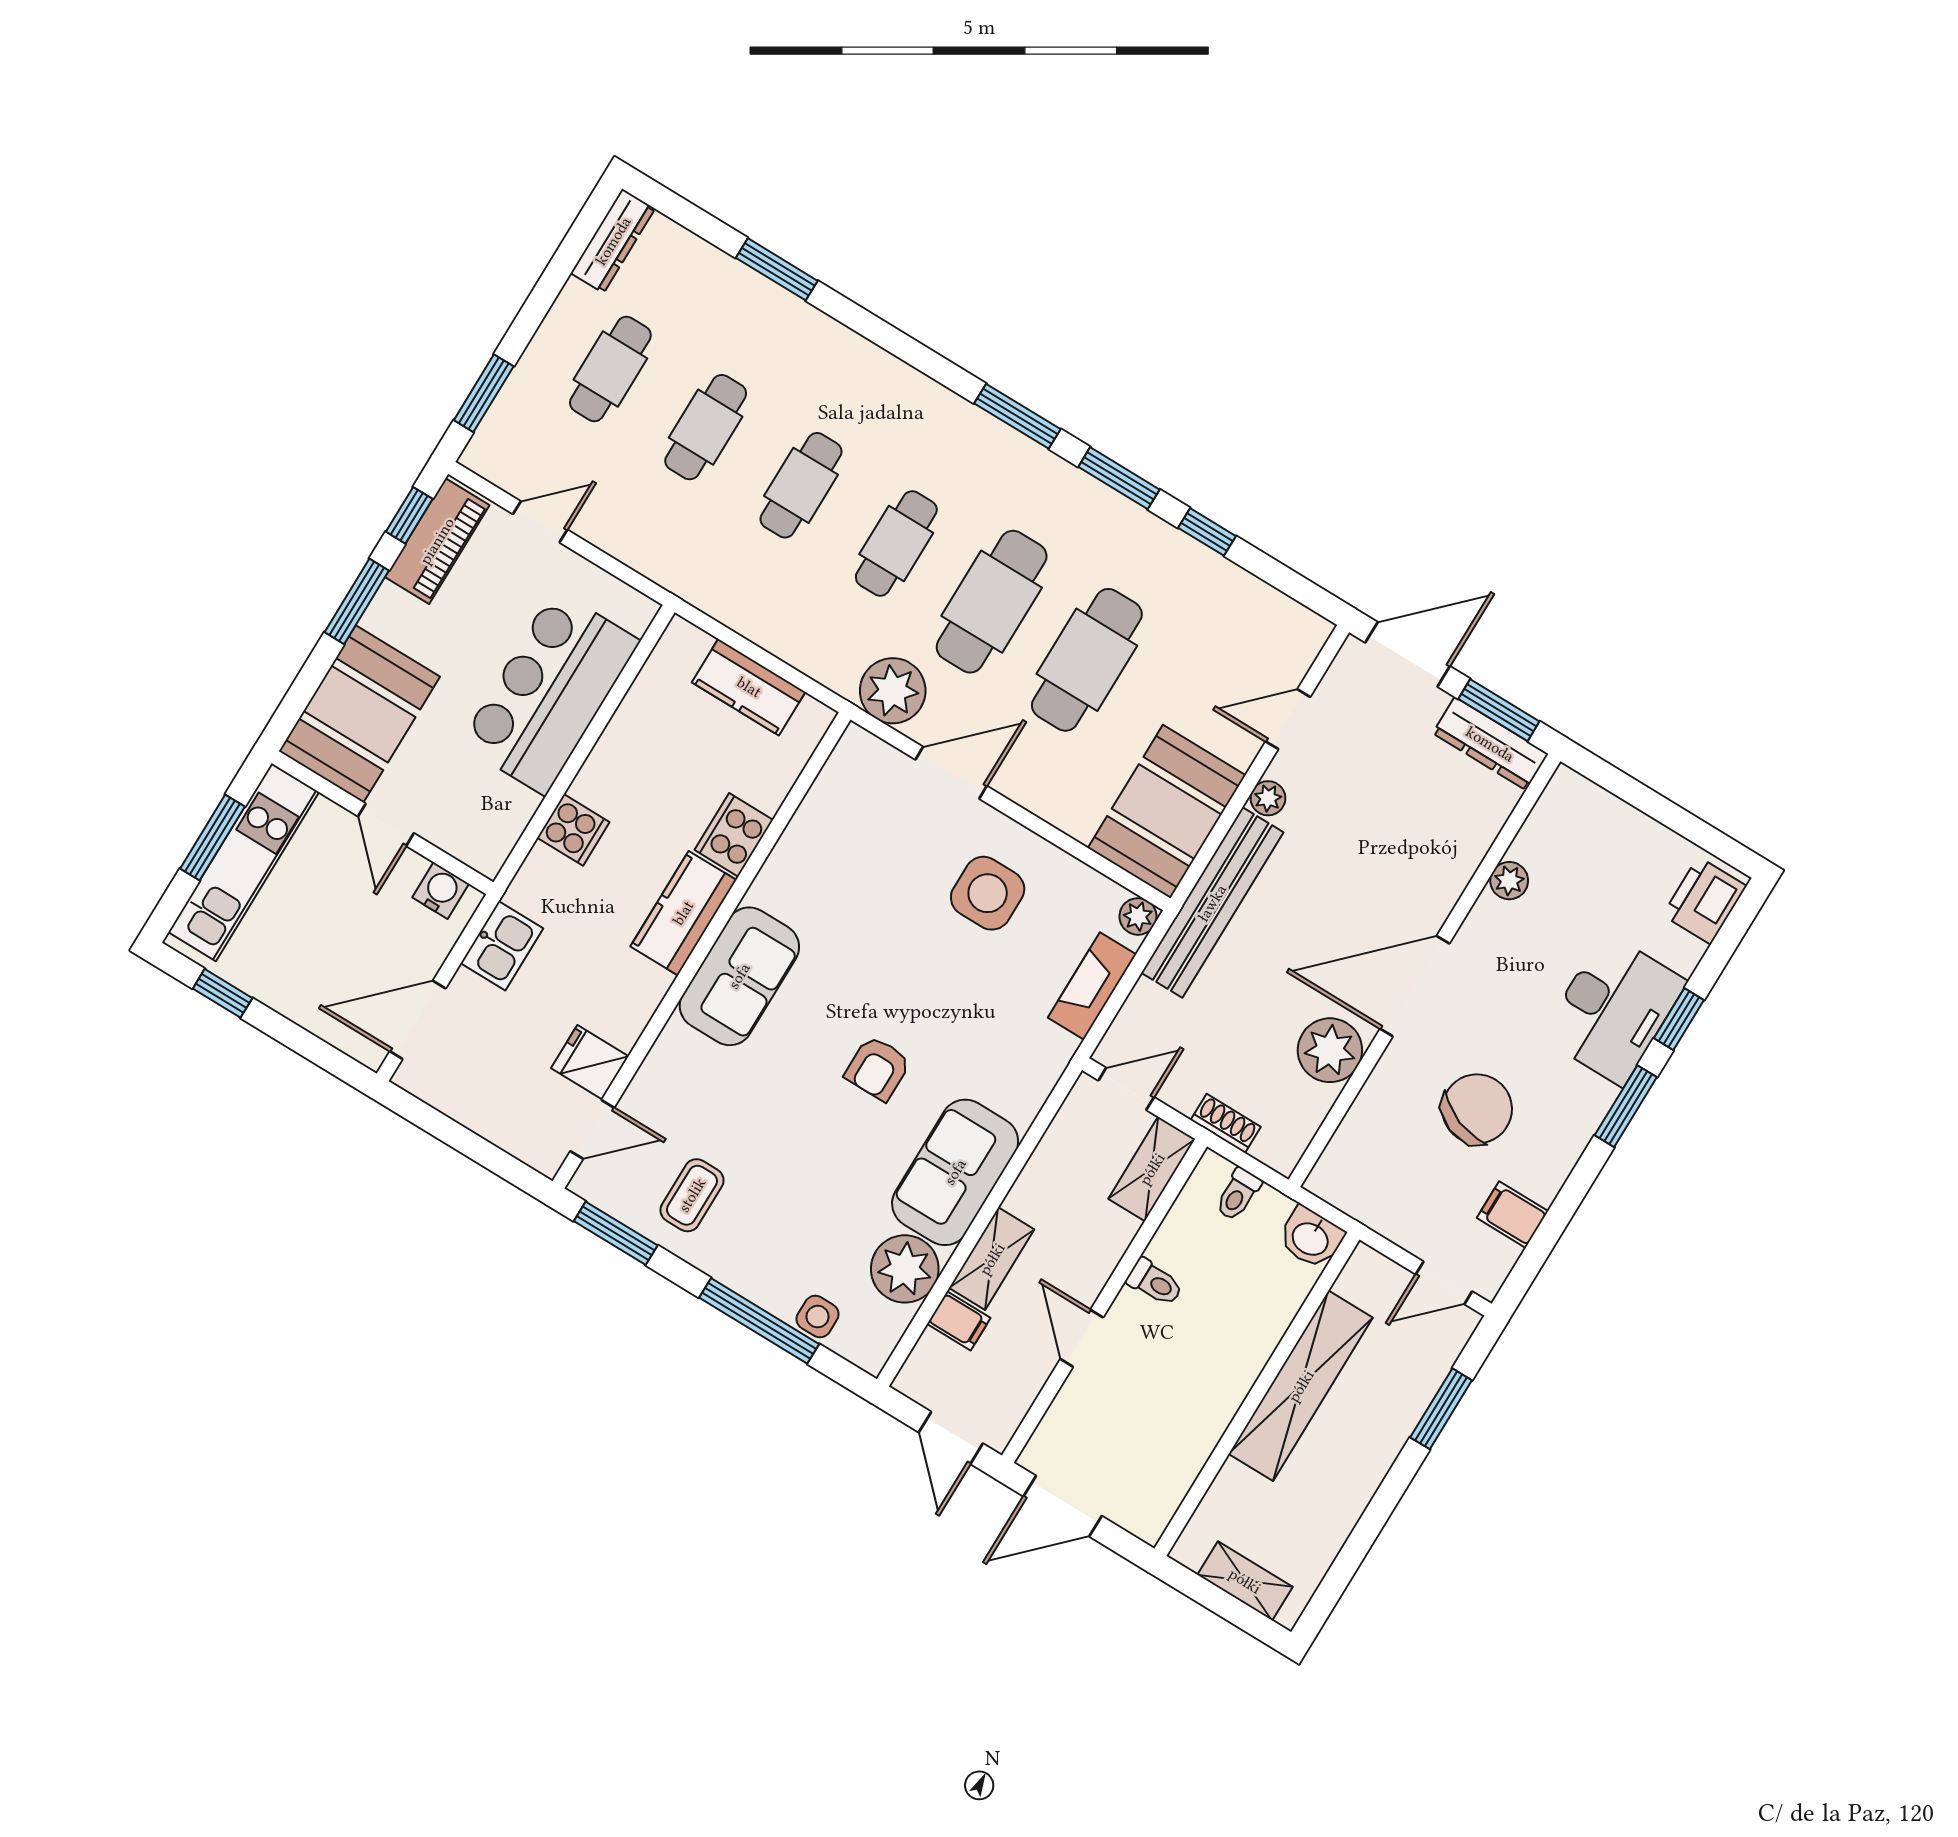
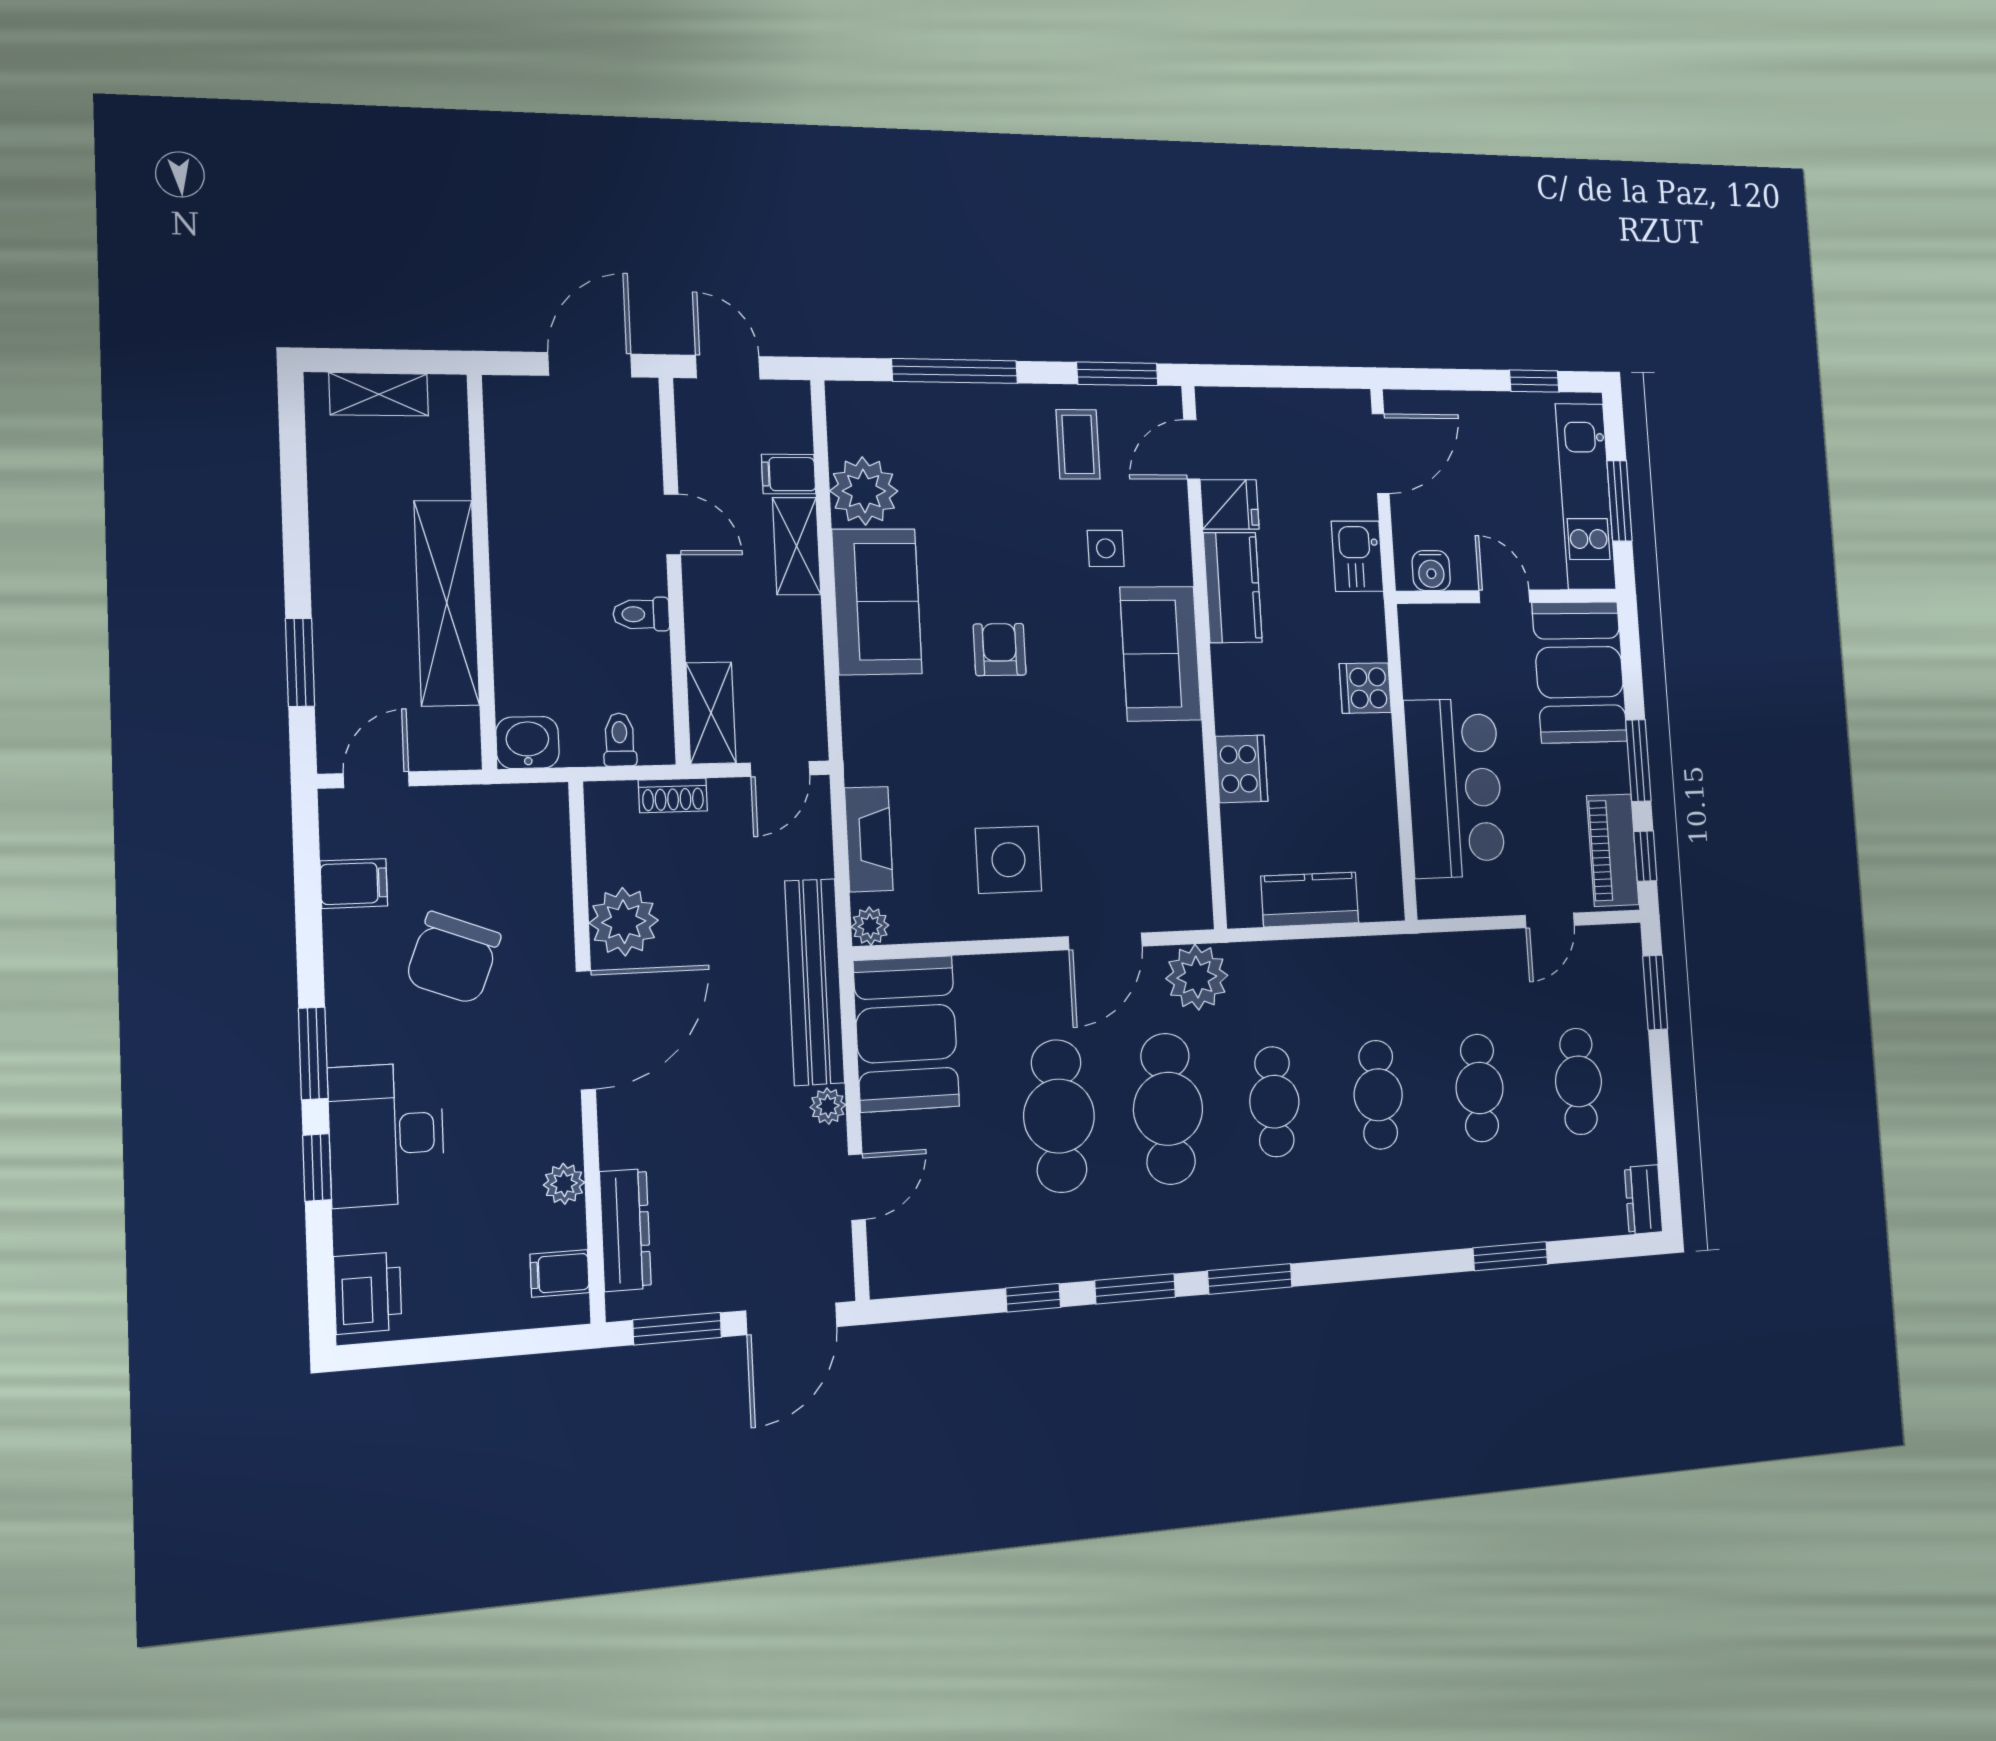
dresser: (613, 241) -> (1643, 1200), width x0.70
dresser: (1490, 744) -> (625, 1230), moved, turned 90
filing cabinet: (1558, 815) -> (560, 1273), added
kitchen counter: (683, 913) -> (1233, 588), moved
side table: (818, 1317) -> (1106, 548), moved

